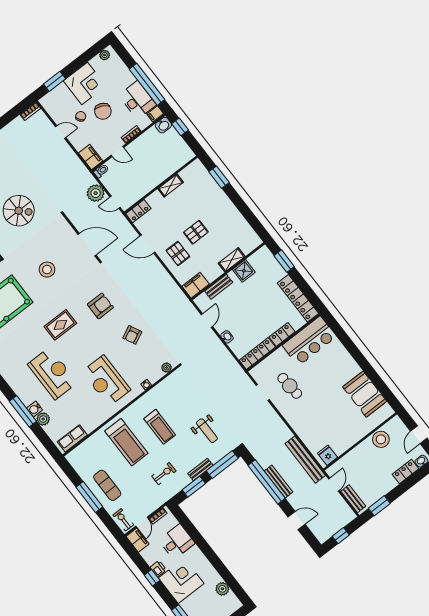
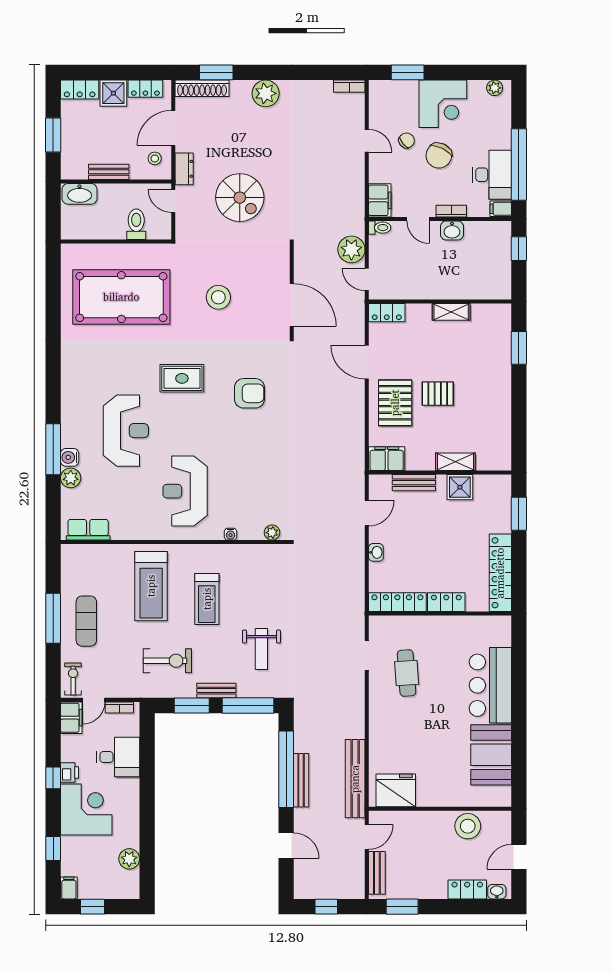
washbasin: (163, 125) -> (452, 230), moved
pallet: (178, 254) -> (395, 403), width x1.50, depth x1.42
armchair: (132, 335) -> (261, 460), removed
bar counter: (309, 341) -> (490, 685), moved, turned 90
fridge: (327, 455) -> (396, 790), width x1.88, depth x1.34
exercise bike: (164, 474) -> (167, 661), width x1.38, depth x1.39

